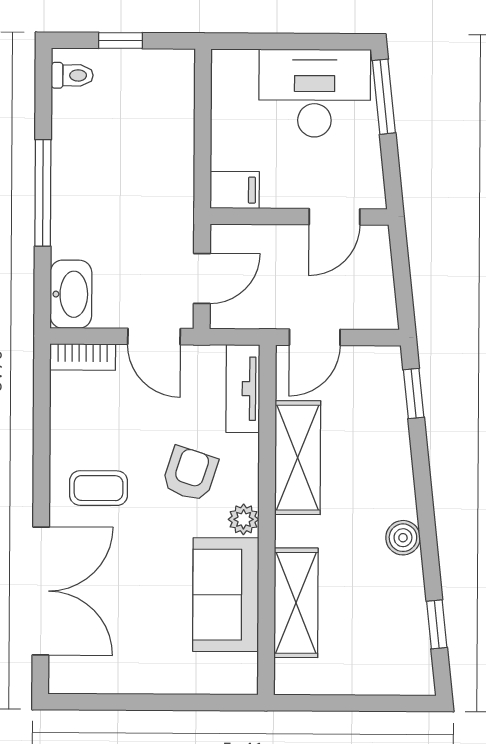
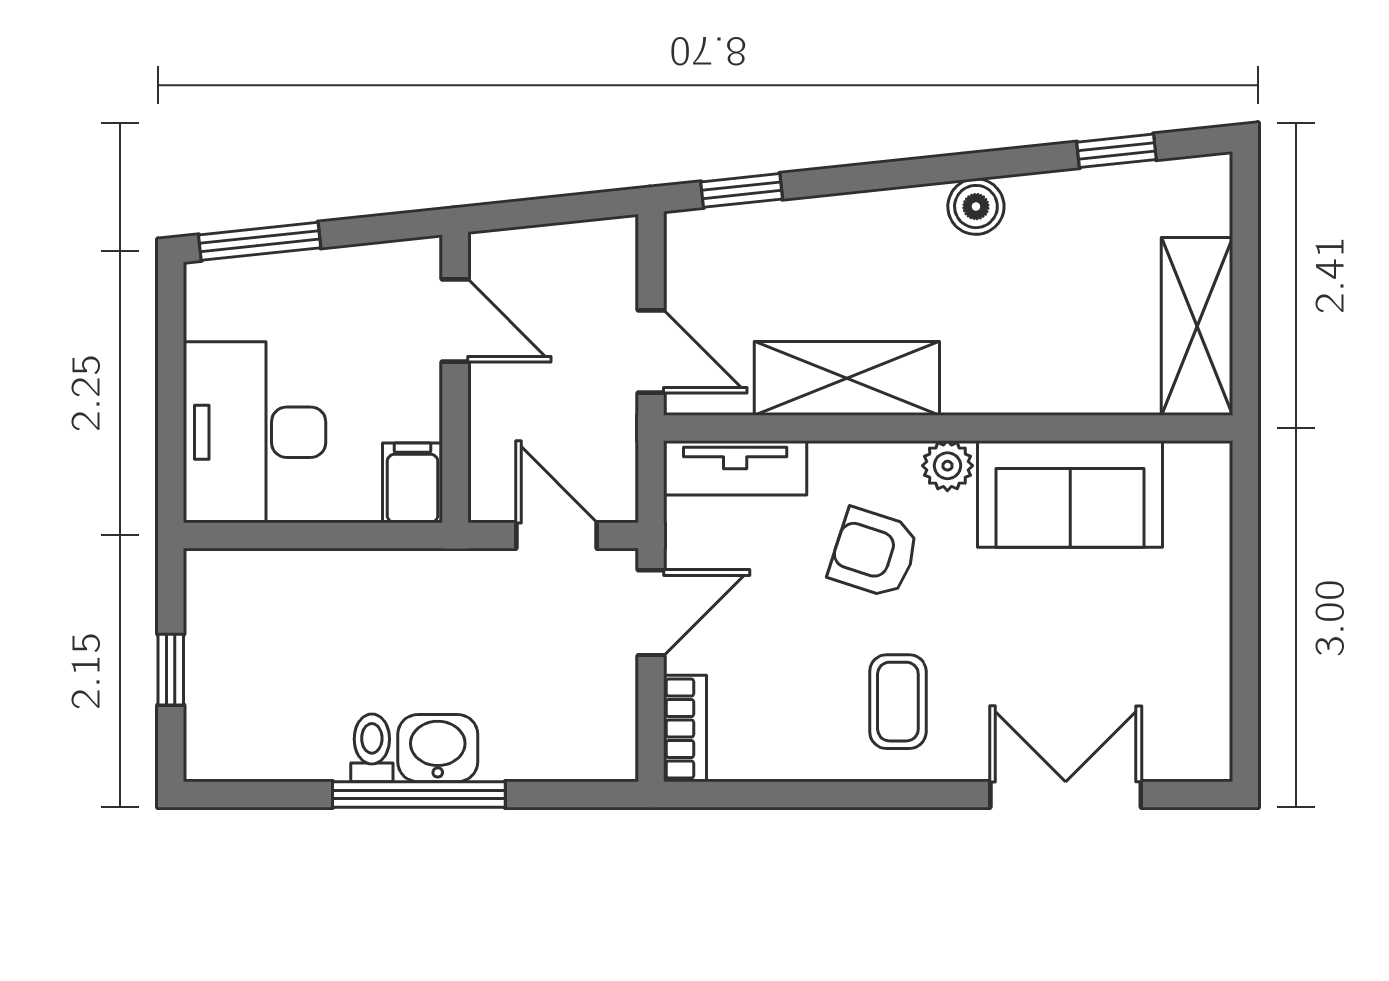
toilet: (72, 75) -> (372, 748), moved
desk: (315, 93) -> (255, 432), moved
washbasin: (71, 294) -> (438, 748), moved, width x0.72
double door: (41, 591) -> (1066, 795), width x0.73
shelving: (296, 603) -> (1197, 326), moved, turned 90

